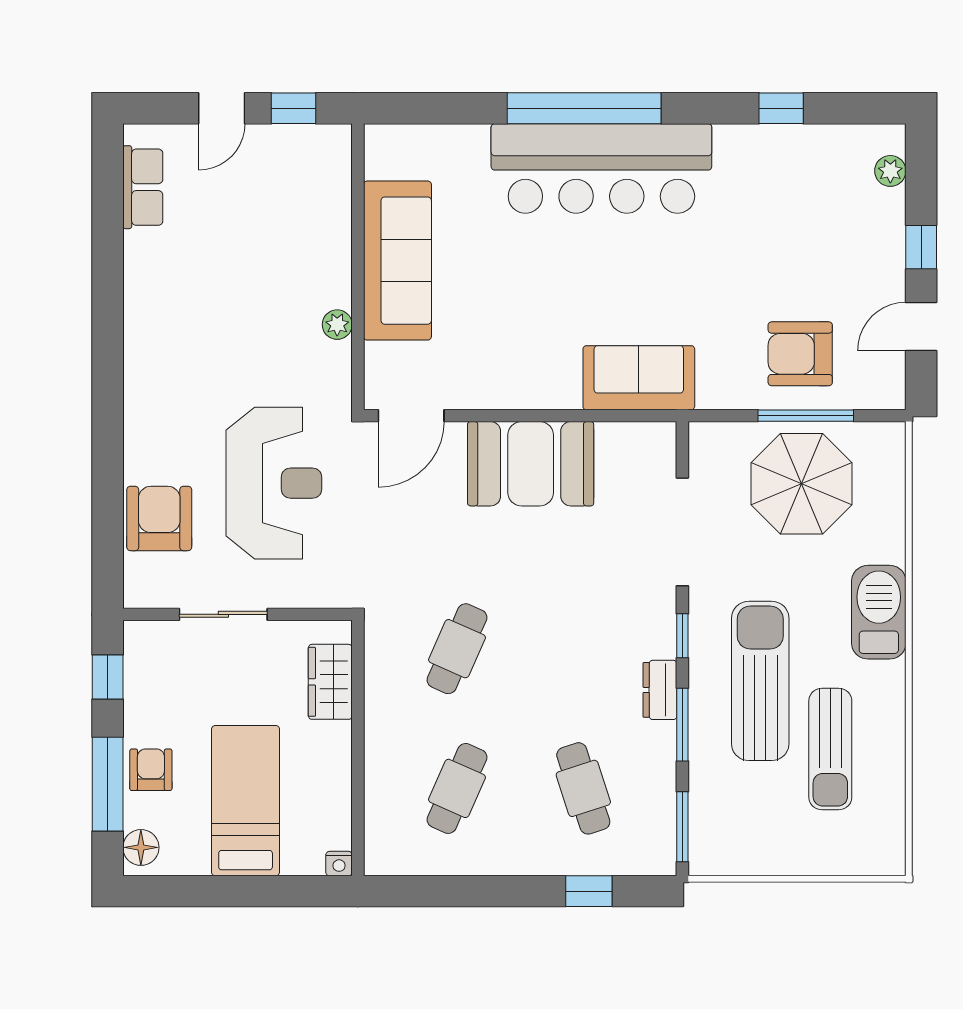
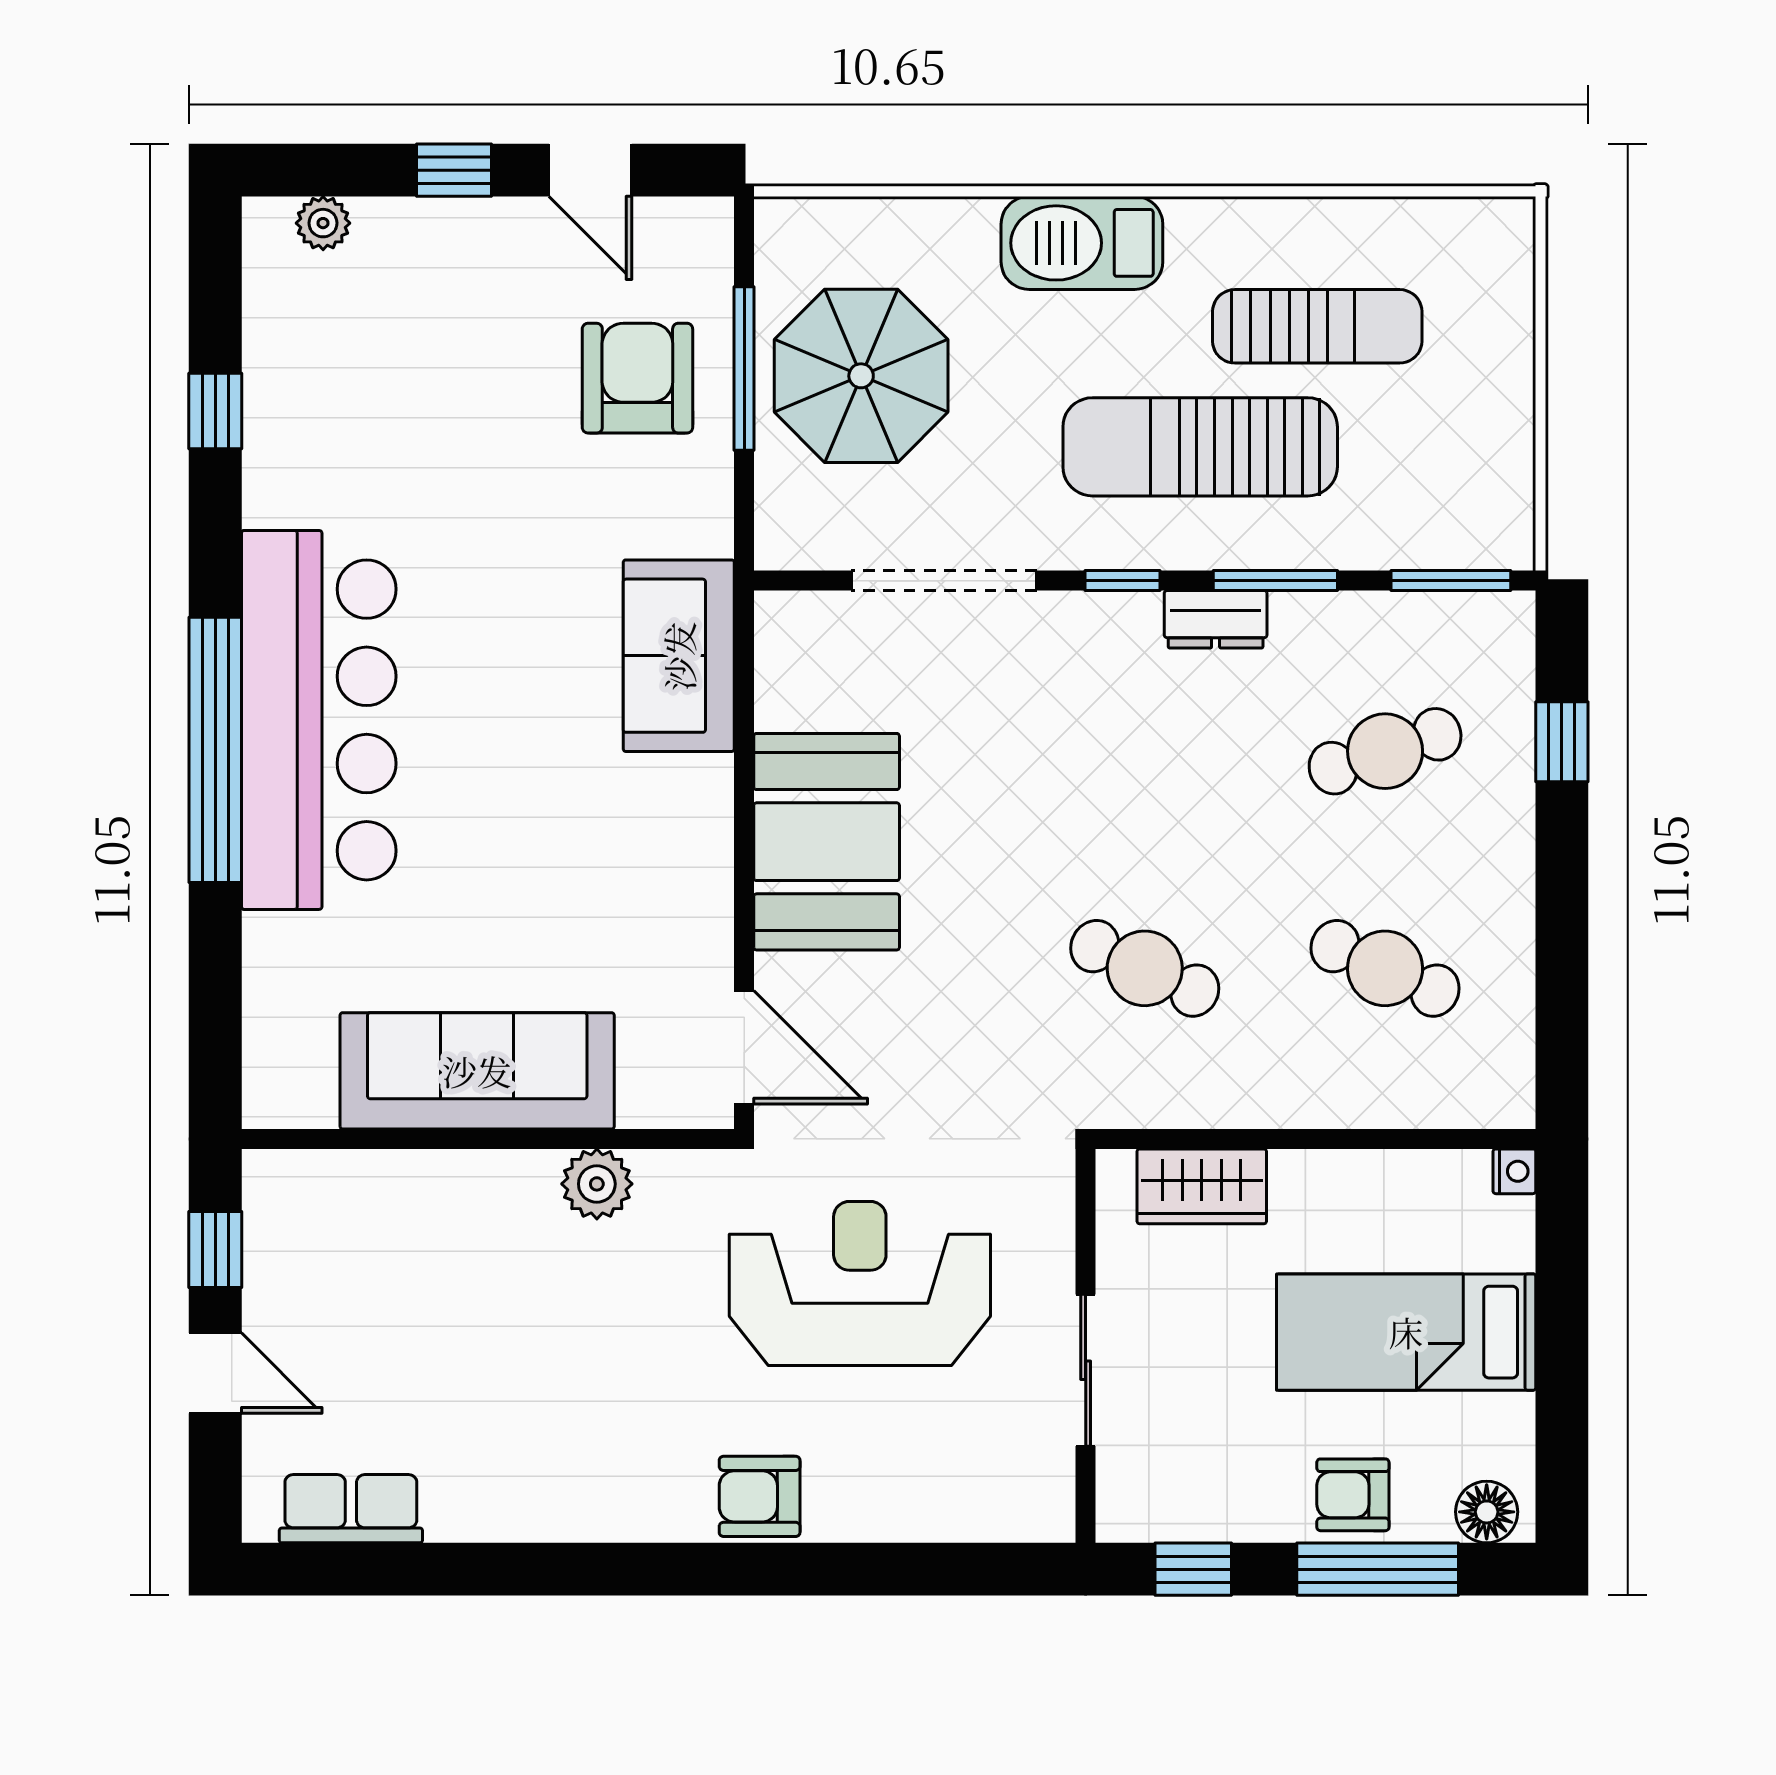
plant: (337, 325) -> (597, 1184), width x1.38, depth x1.38
armchair: (800, 354) -> (637, 378), turned 180
armchair: (159, 518) -> (760, 1496), moved, width x0.72, depth x0.72

